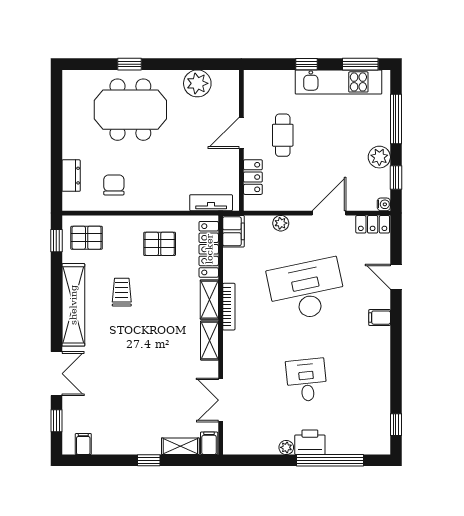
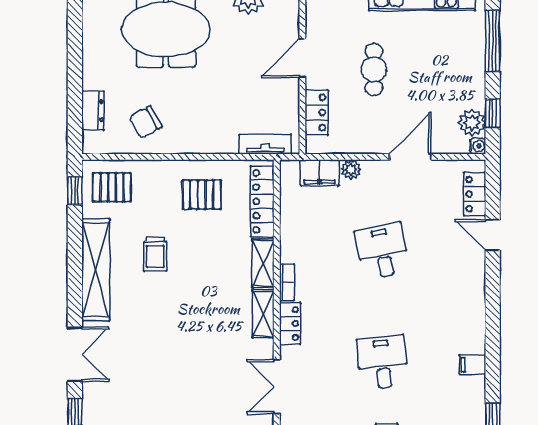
cafe table: (283, 135) -> (374, 69), moved
plant: (379, 157) -> (472, 123), moved
chair: (114, 185) -> (146, 122), turned -119
locker: (373, 224) -> (475, 194), moved, turned 90
filing cabinet: (233, 231) -> (320, 173), moved, turned 90
desk: (307, 290) -> (383, 251), width x0.53, depth x0.77
trolley: (122, 292) -> (155, 254), turned 180
bookcase: (229, 307) -> (287, 282), width x0.64
filing cabinet: (380, 318) -> (472, 365), moved
locker: (231, 349) -> (290, 323), added

